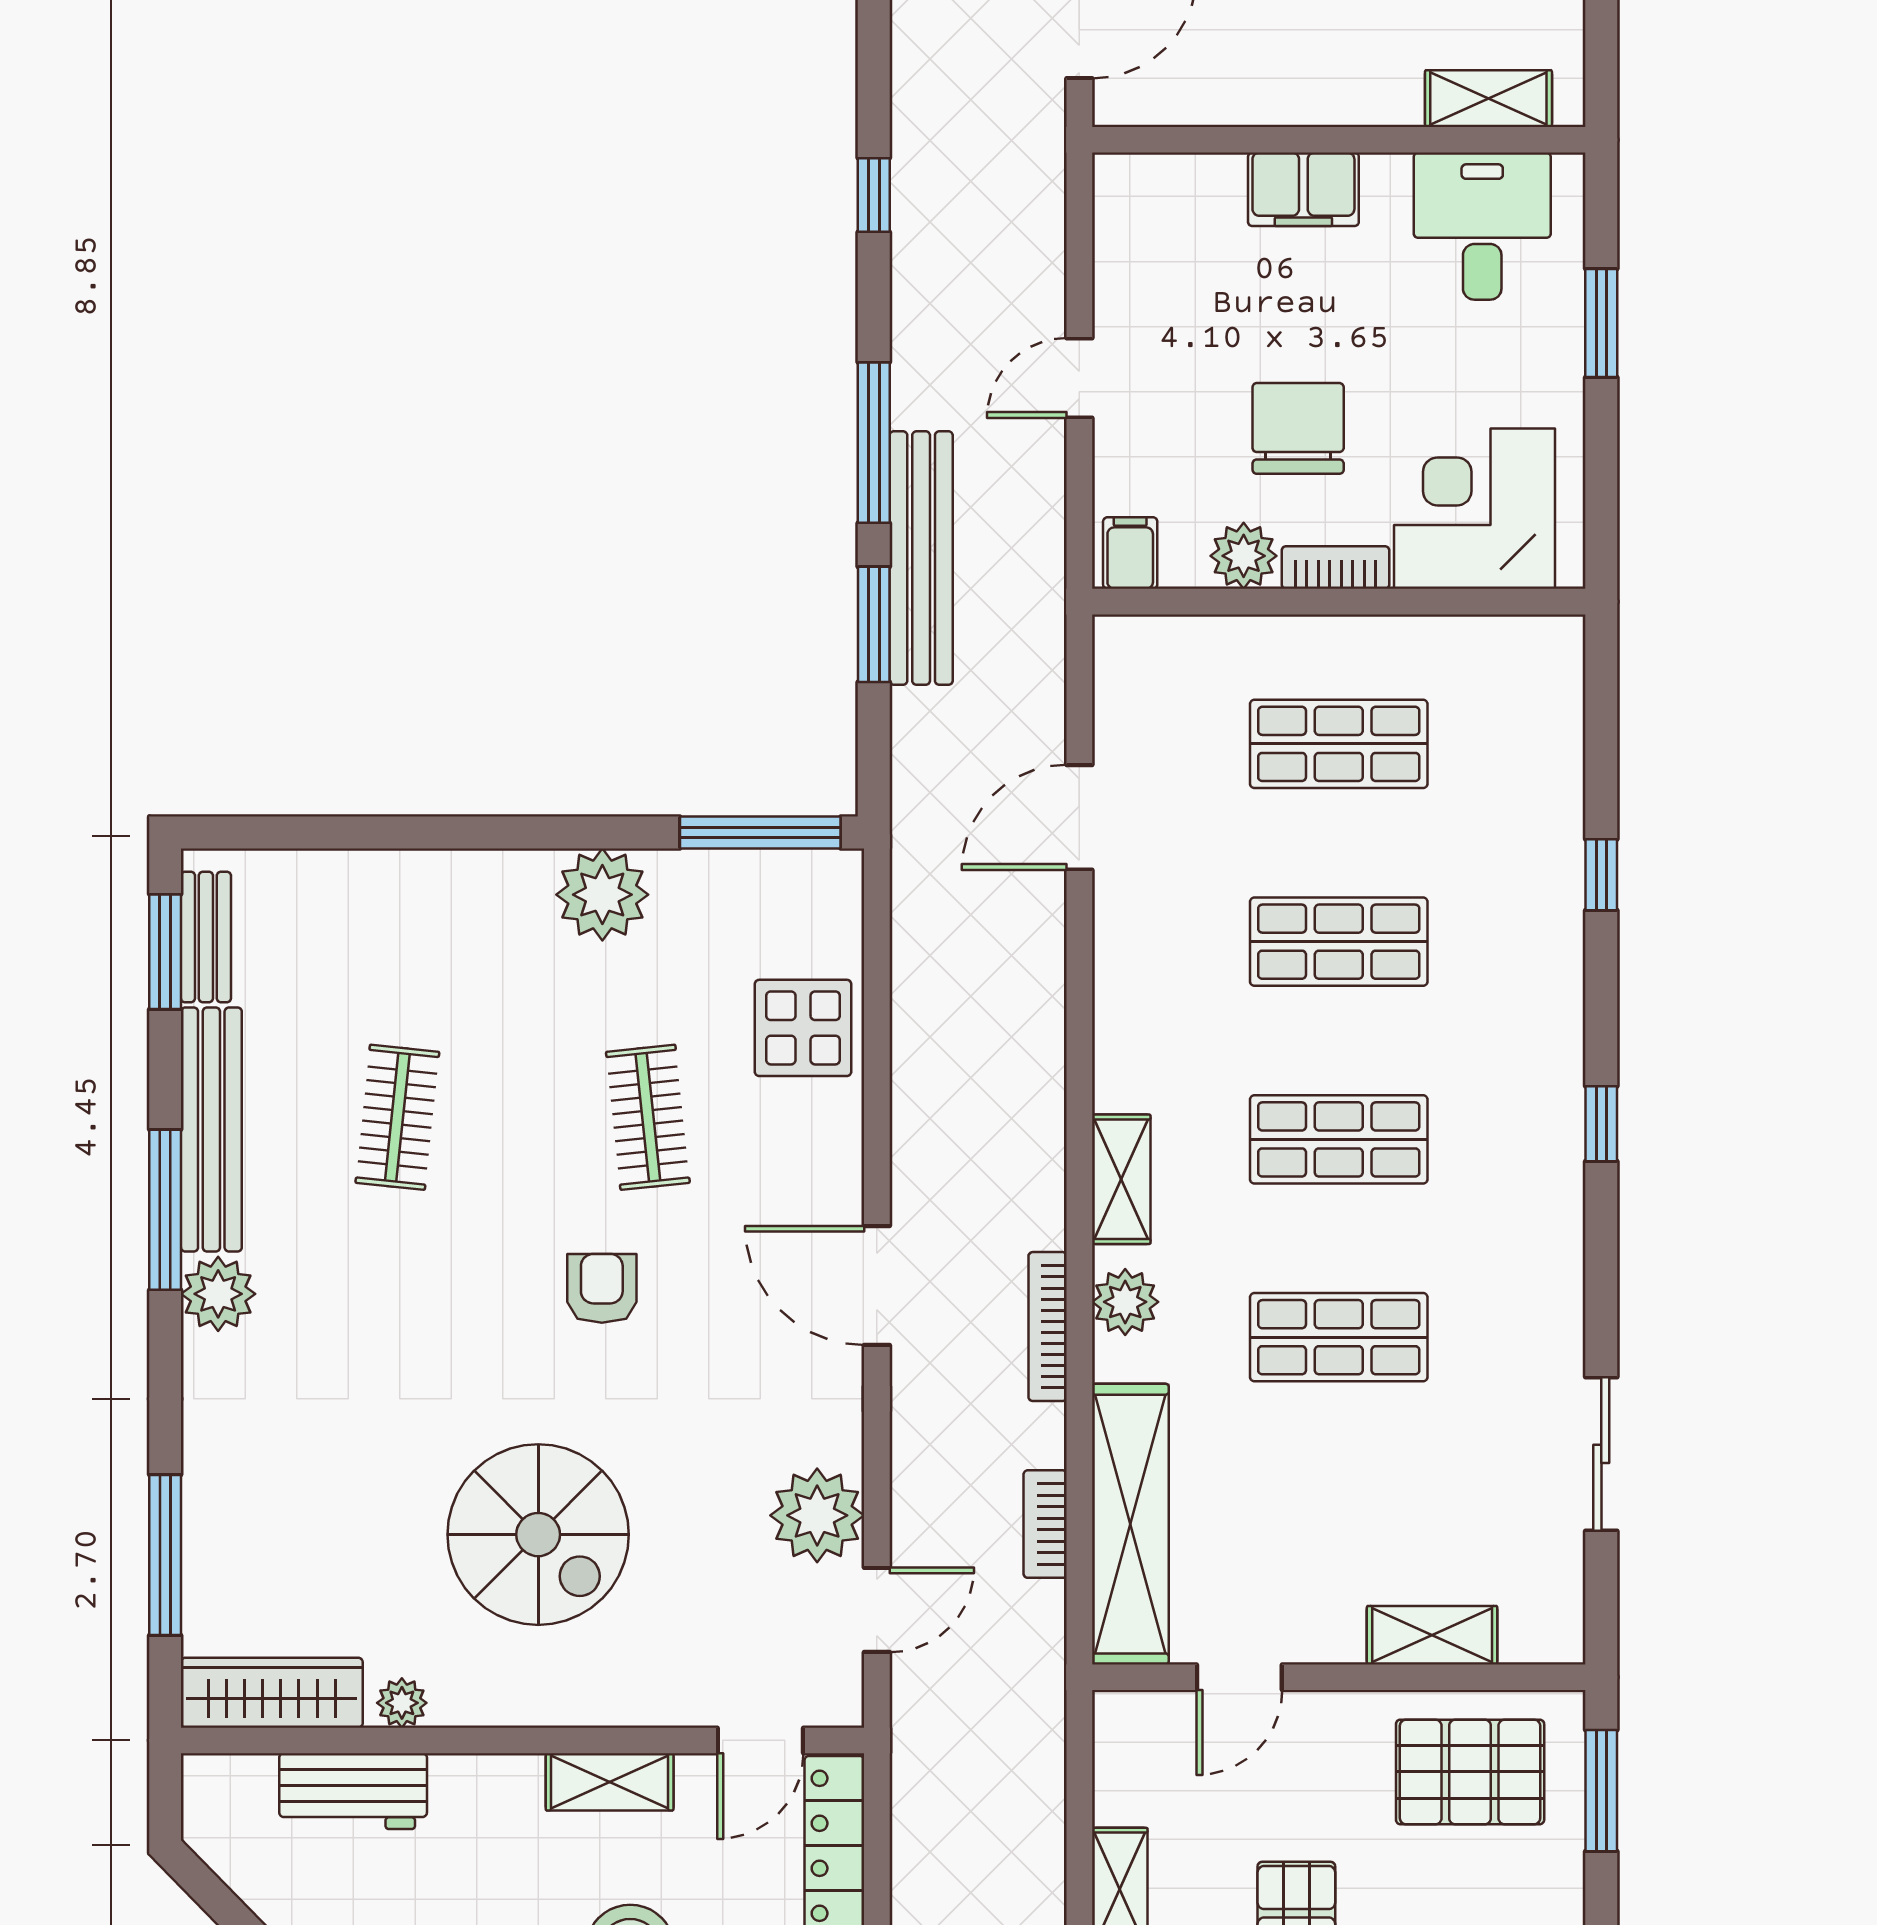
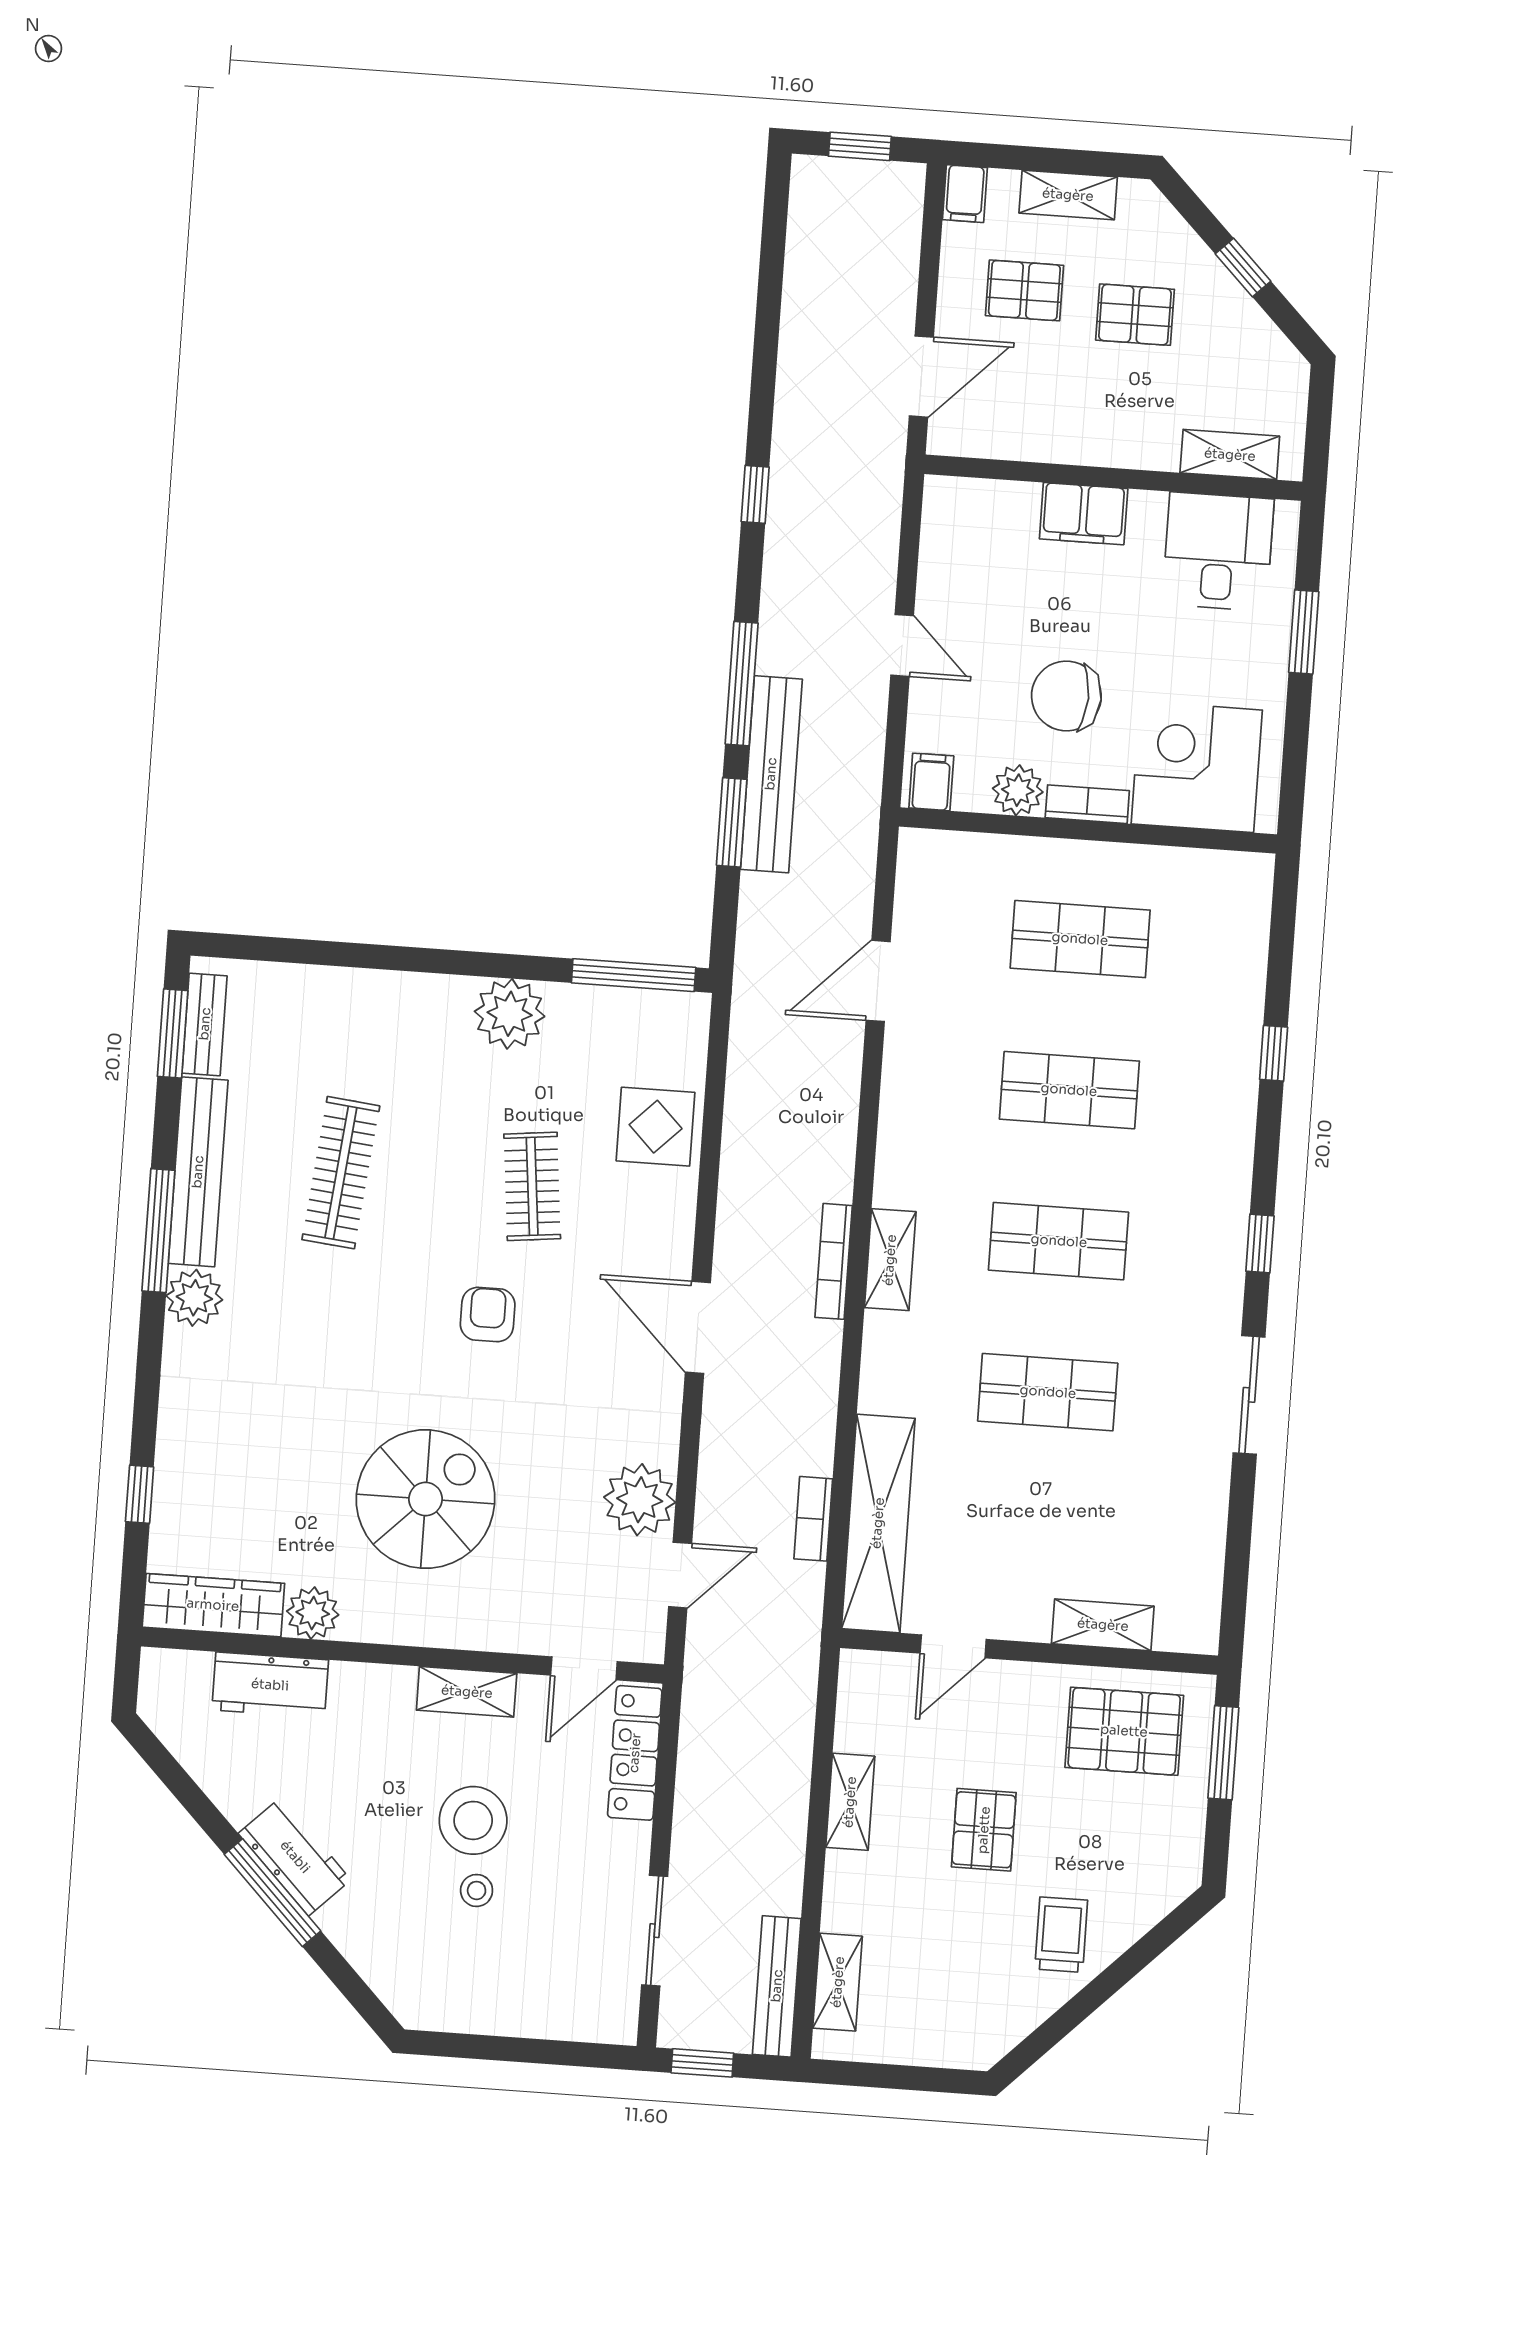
door: (1079, 378) -> (902, 645), swing flipped
chair: (1298, 428) -> (1066, 696), turned -88
clothes rail: (397, 1117) -> (341, 1173), width x1.36
plant: (1125, 1302) -> (887, 1354), removed
bookcase: (1048, 1327) -> (834, 1261), moved
sliding door: (1601, 1454) -> (1249, 1395), moved
spiral stairs: (538, 1535) -> (426, 1499), turned -90
window: (165, 1555) -> (140, 1494), width x0.46
plant: (402, 1703) -> (313, 1613), width x1.38, depth x1.38

